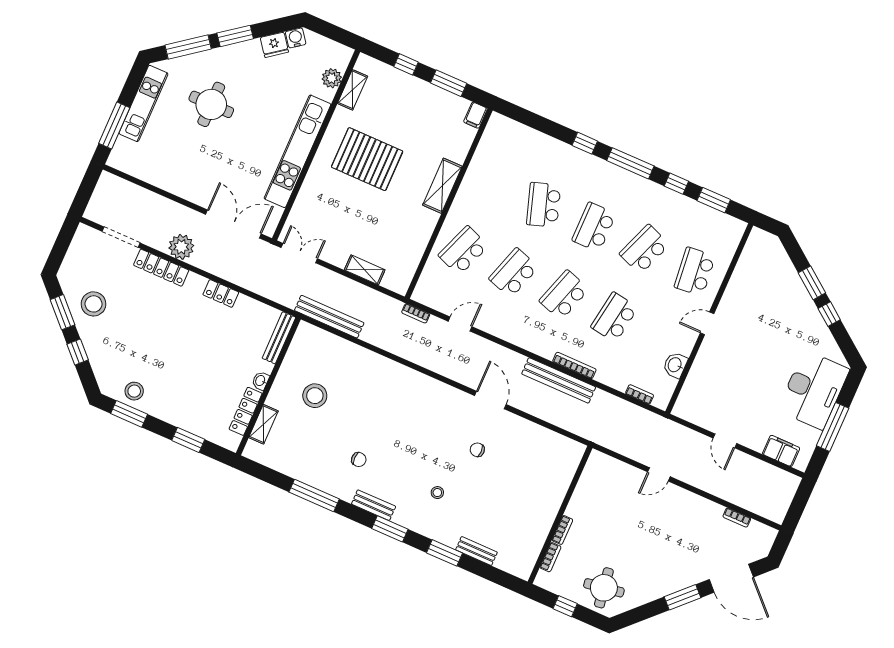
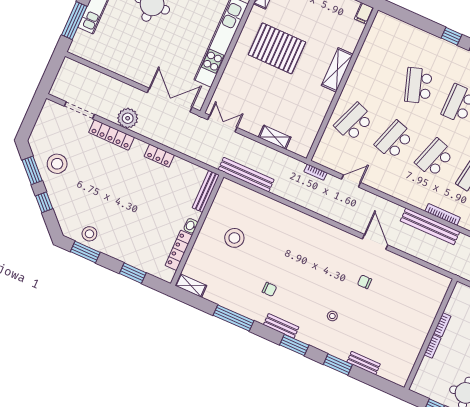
shelving: (263, 424) -> (191, 286), moved, turned 90
bookcase: (550, 557) -> (442, 325), moved

